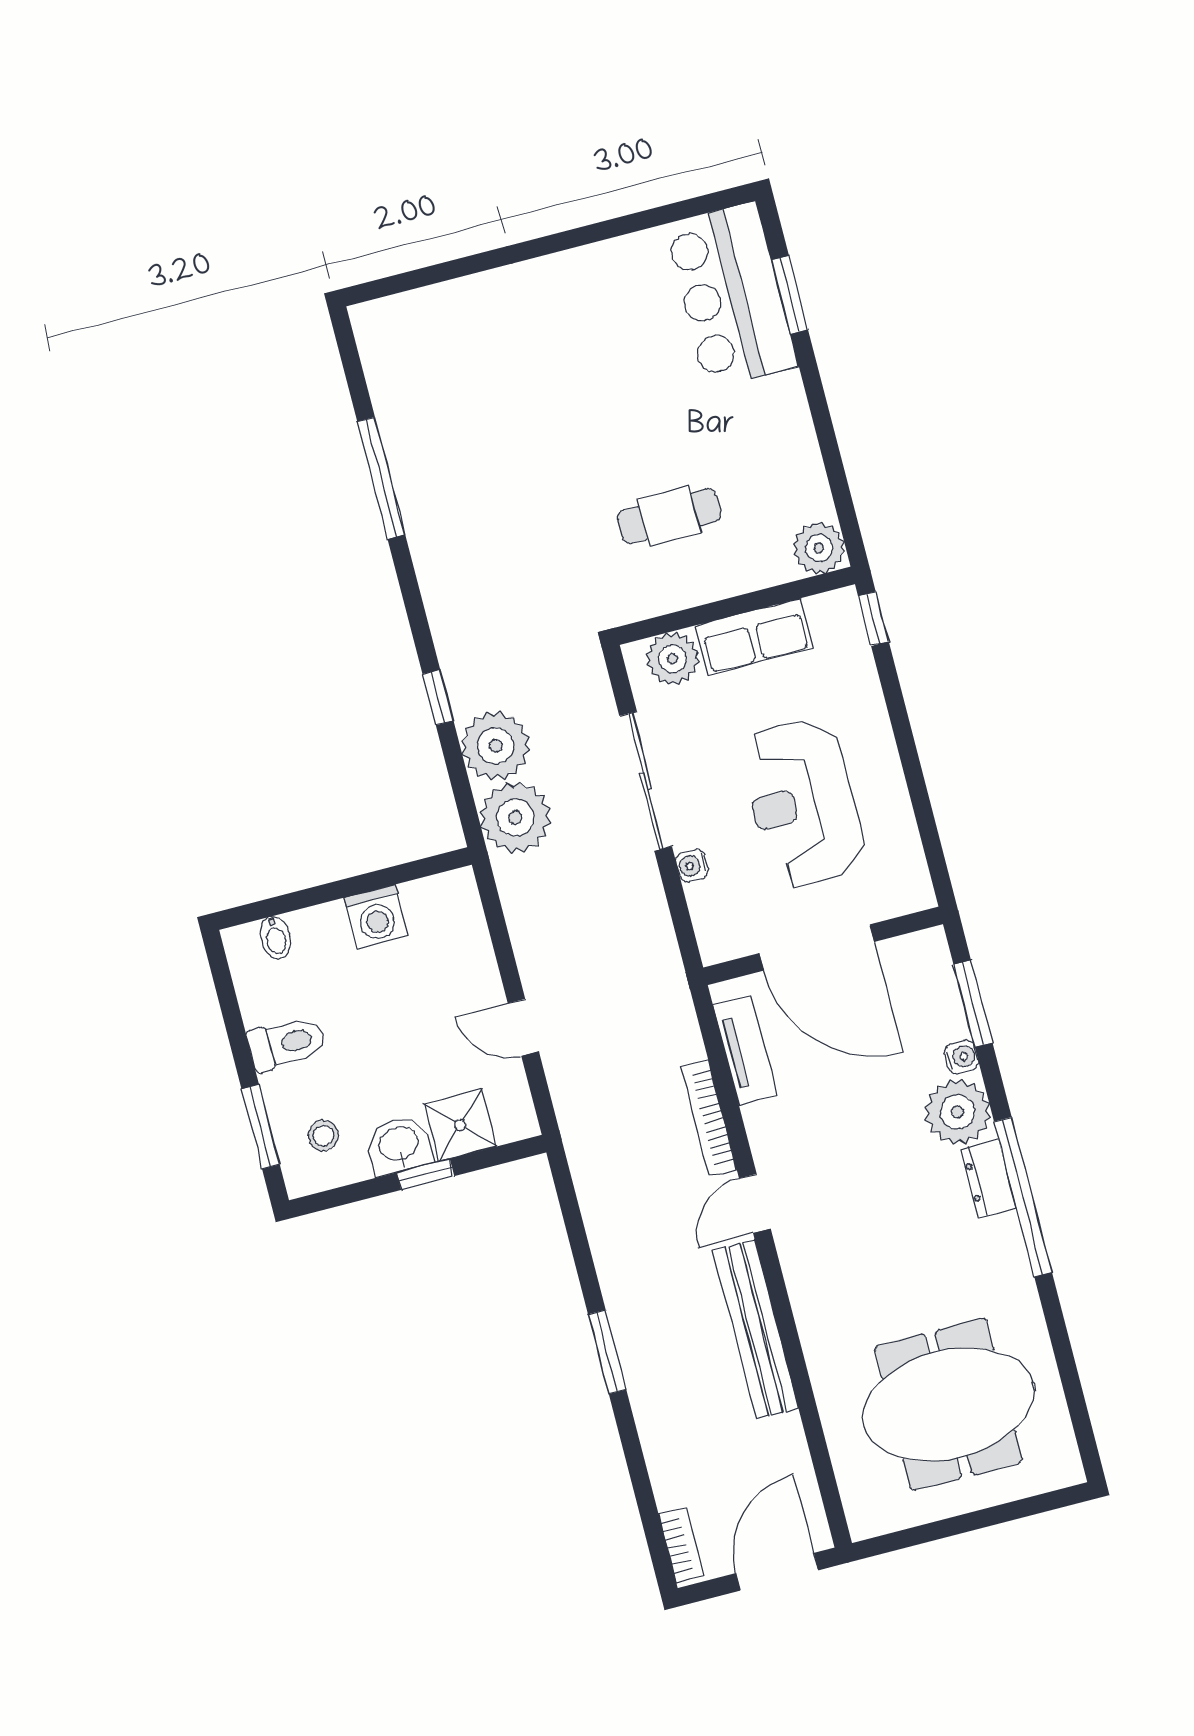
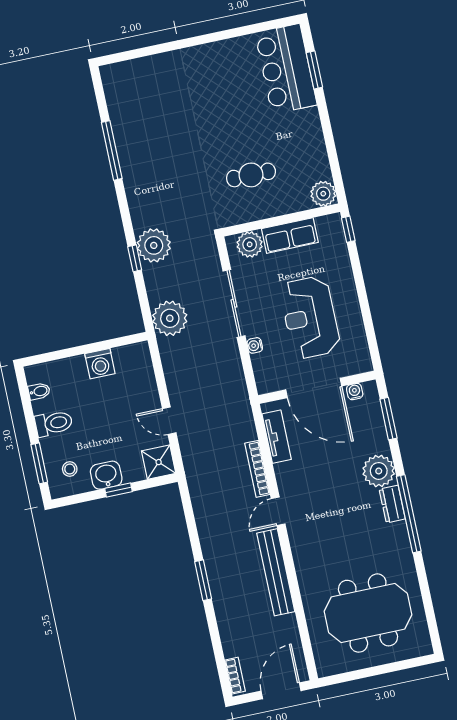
plant: (496, 746) -> (154, 245), moved
bidet: (275, 938) -> (39, 391), moved, turned -90
water cooler: (961, 1057) -> (355, 392), moved, turned -90
shower: (460, 1125) -> (159, 462), moved

